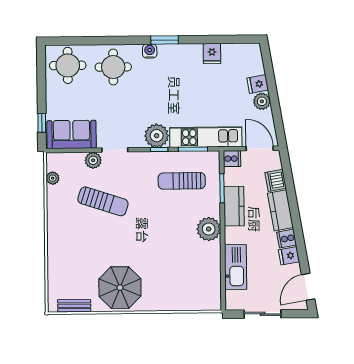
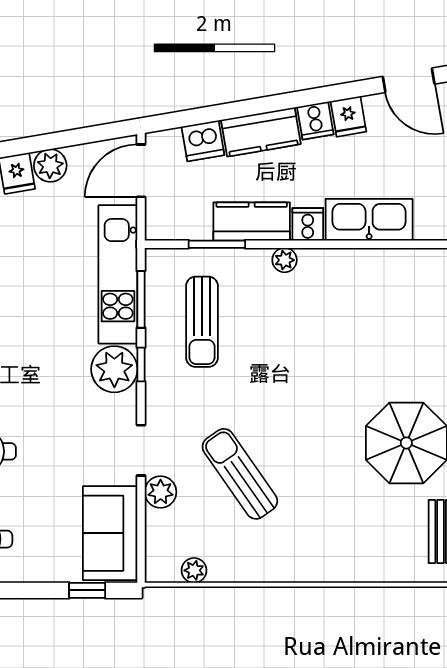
cooker: (232, 159) -> (308, 224), moved
sun lounger: (103, 201) -> (240, 474), turned -53
plant: (209, 229) -> (285, 260), width x0.53, depth x0.53

